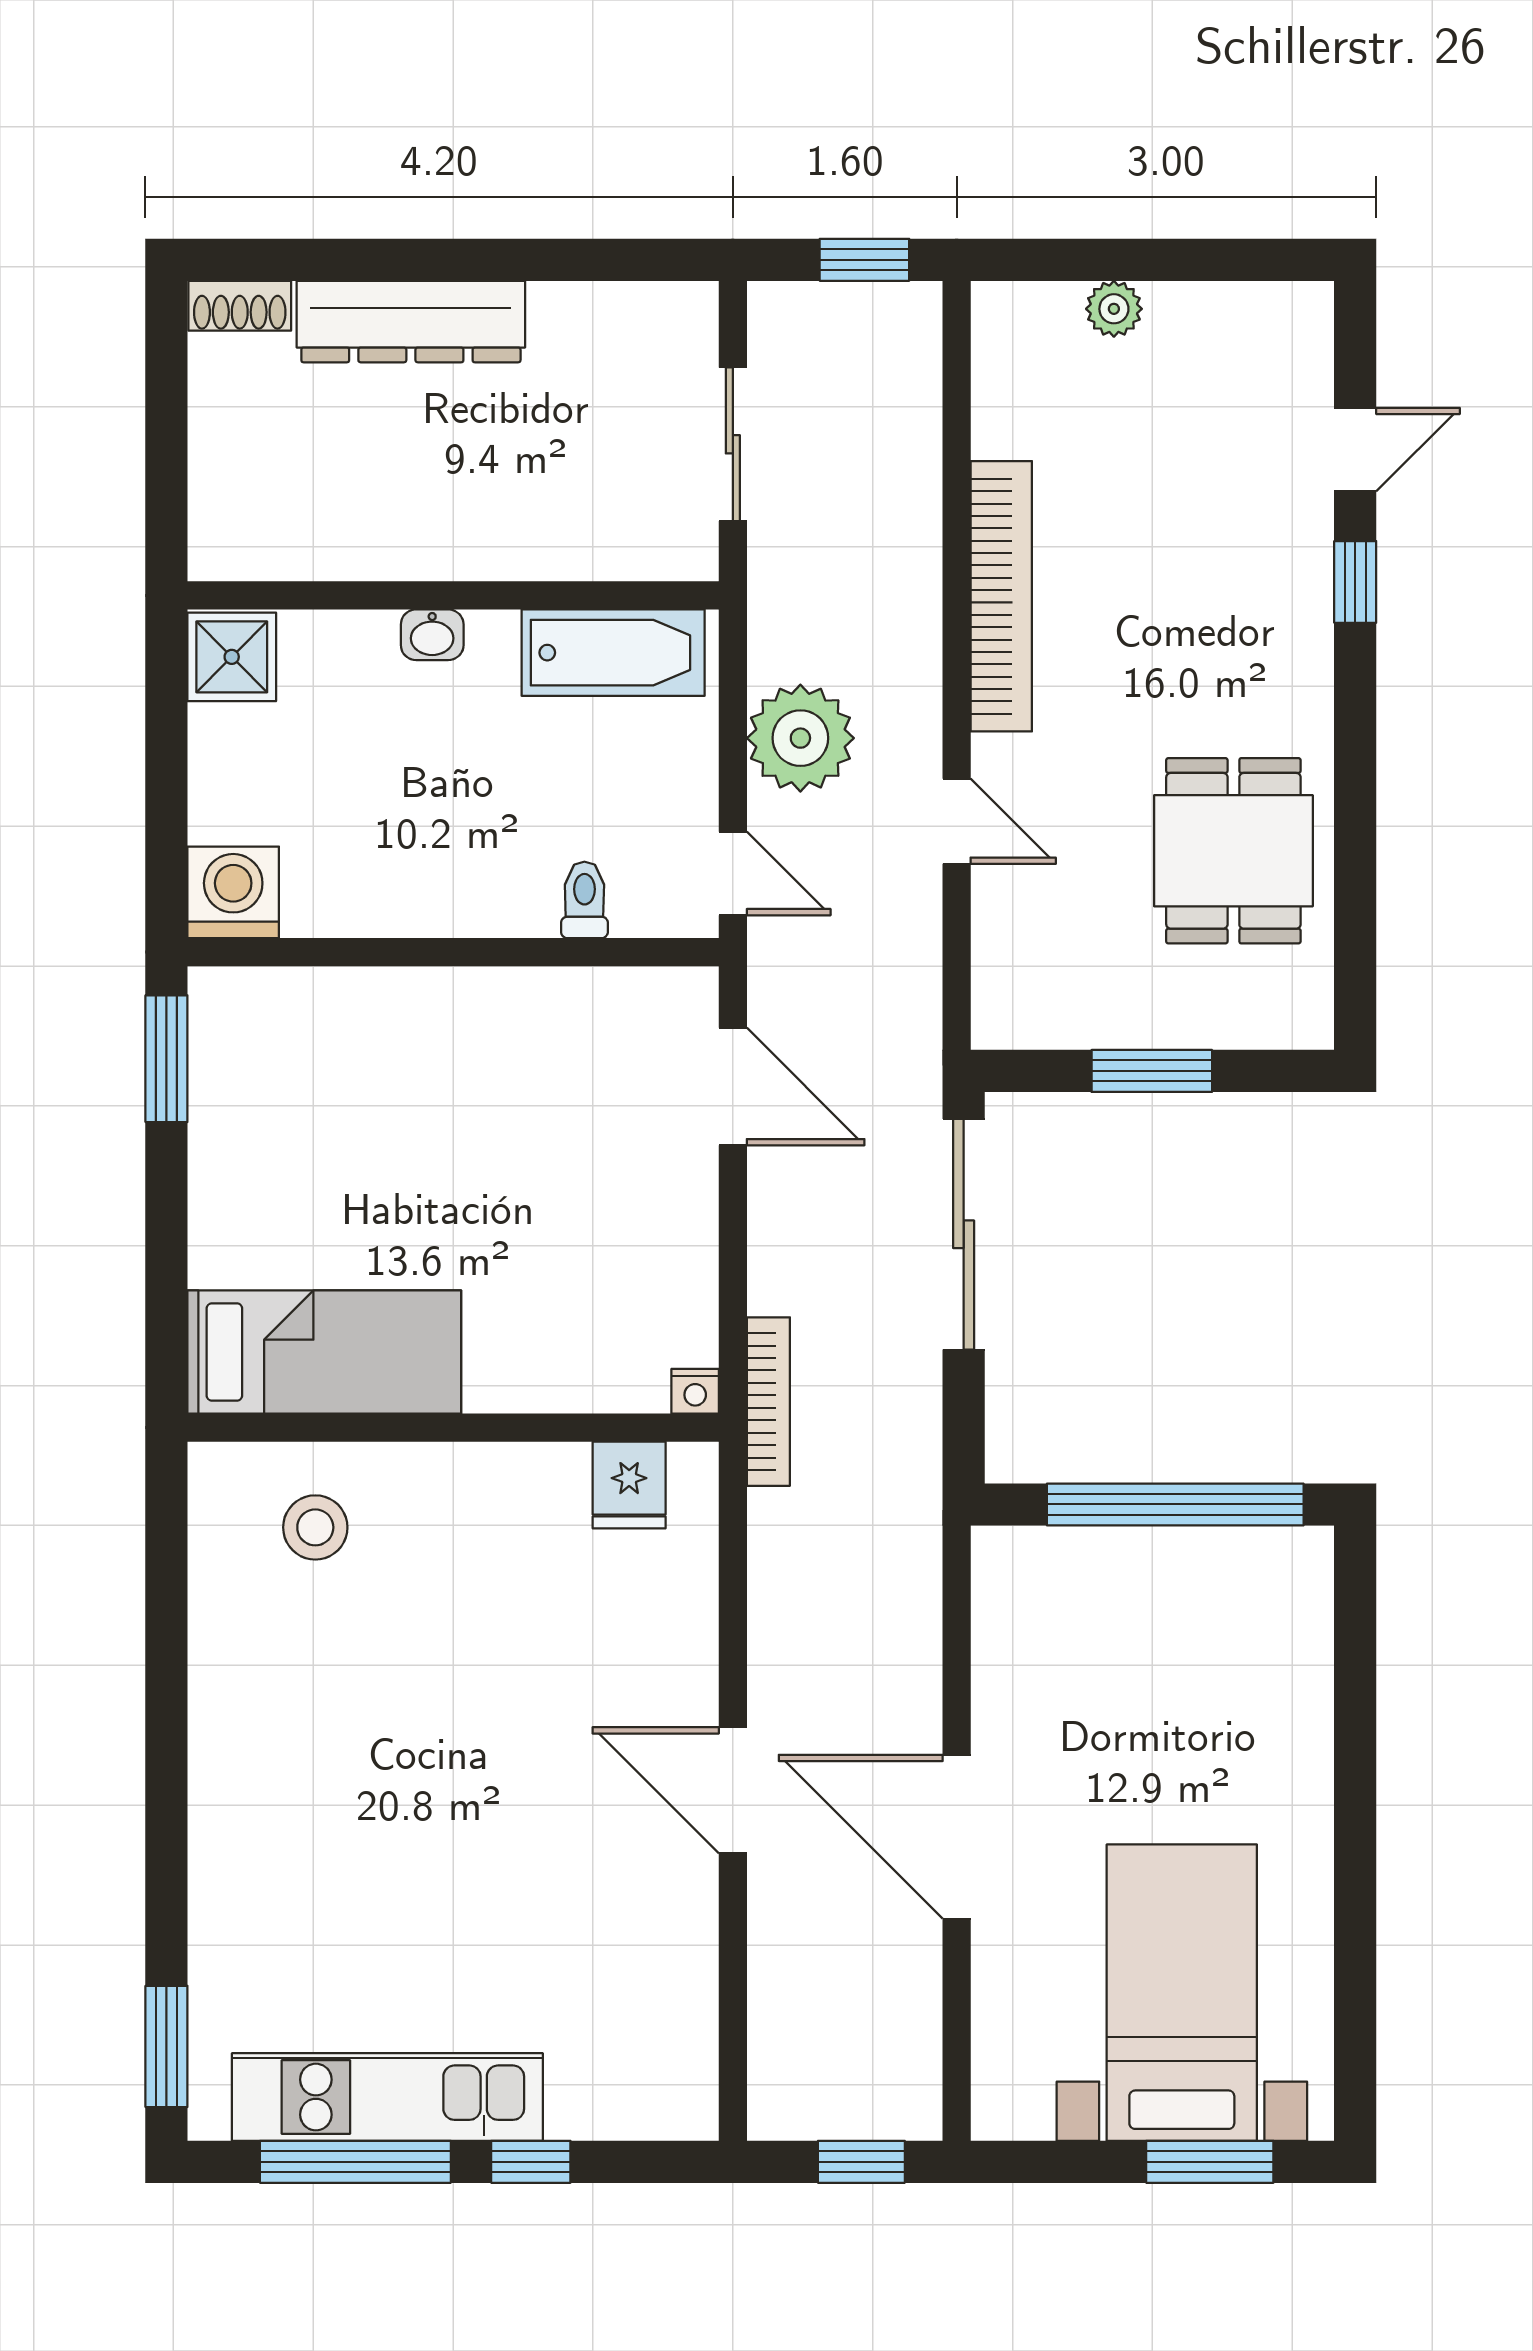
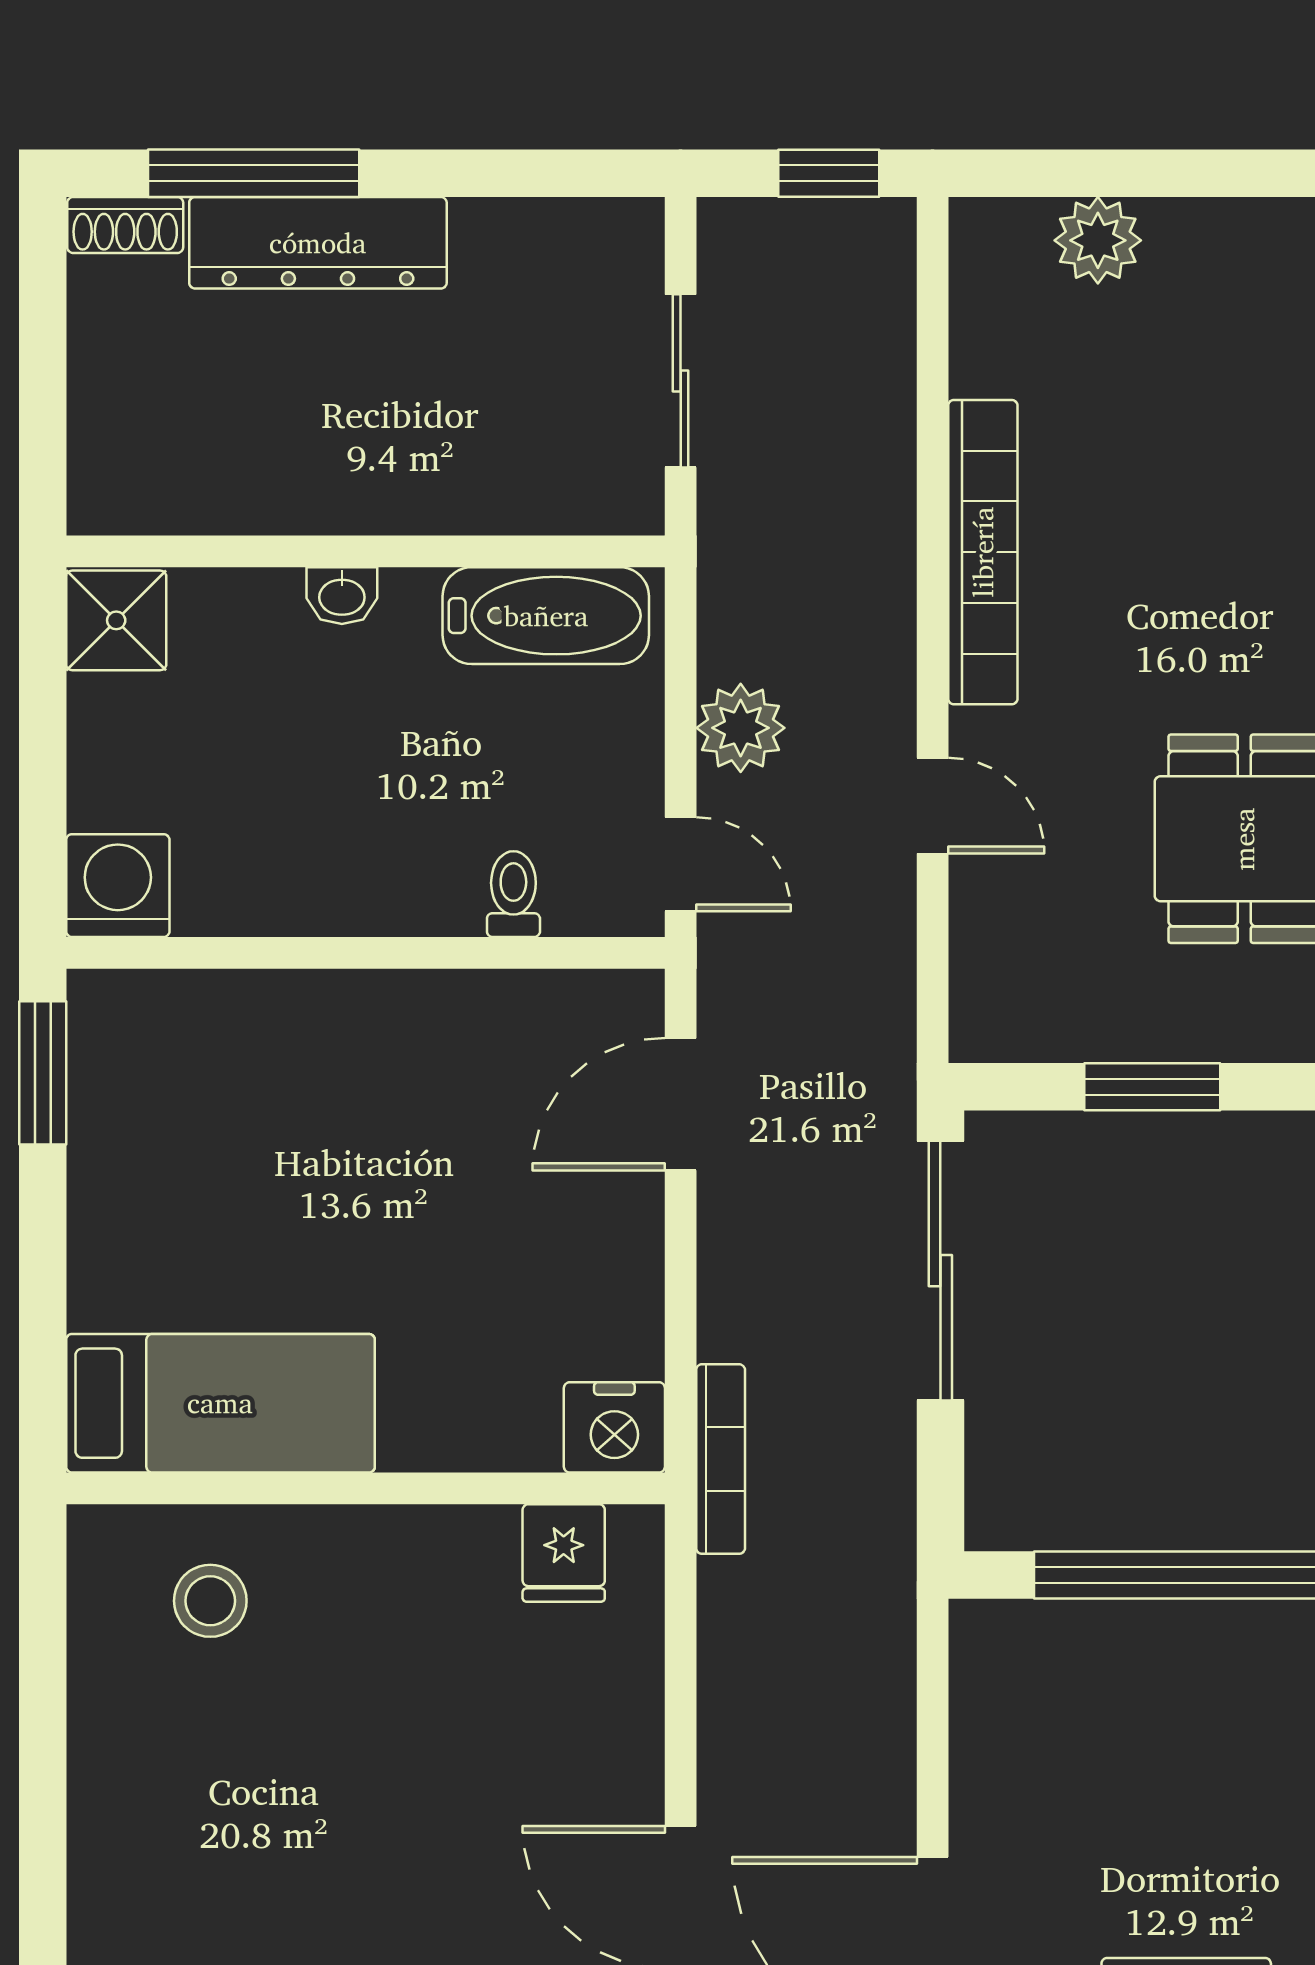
window: (354, 260) -> (254, 173), added
plant: (1114, 309) -> (1098, 240), width x1.38, depth x1.38
plant: (800, 738) -> (741, 728), width x0.73, depth x0.73
door: (733, 1087) -> (681, 1104), swing flipped
nightstand: (695, 1391) -> (614, 1427), width x1.89, depth x1.79

